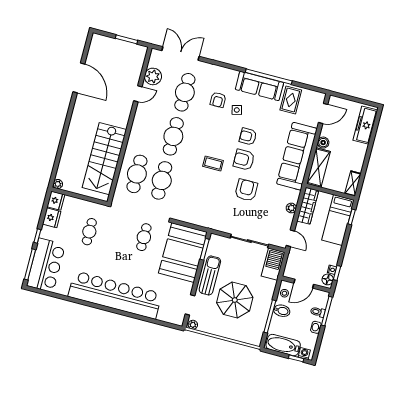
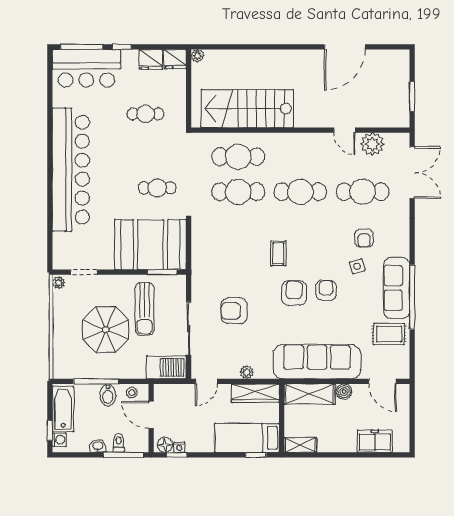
armchair: (218, 100) -> (364, 238), turned -90
freezer: (365, 125) -> (375, 441), width x0.71
armchair: (246, 190) -> (234, 311), moved, turned 180
sun lounger: (210, 275) -> (145, 309), moved, turned 90

